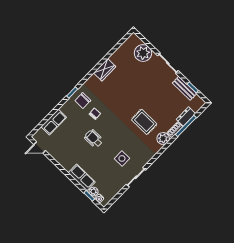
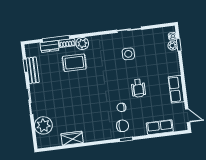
wardrobe: (105, 70) -> (72, 138), moved
rug: (144, 122) -> (74, 63), moved, turned 90
row of seats: (82, 177) -> (176, 89), moved

